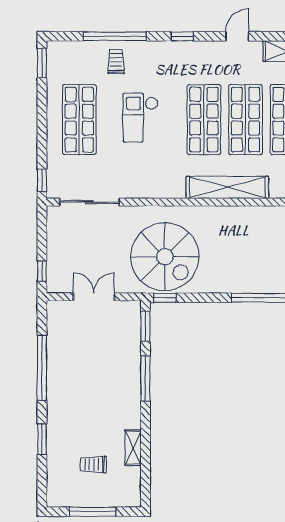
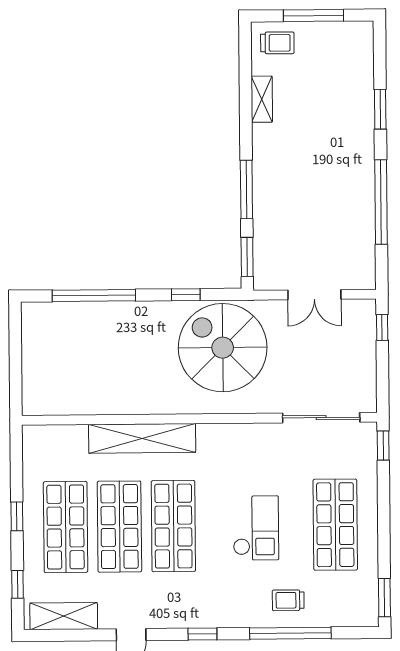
trolley: (116, 62) -> (288, 600), turned 90
window: (165, 298) -> (186, 295), moved
trolley: (93, 465) -> (277, 43), moved

